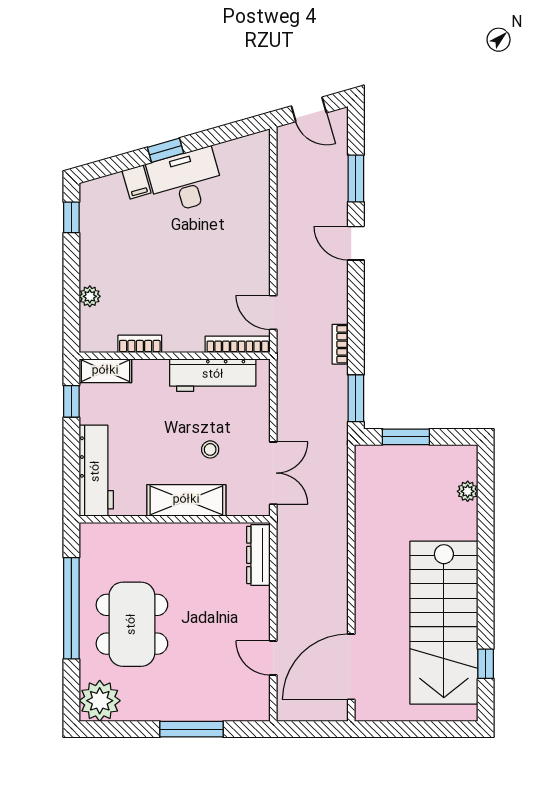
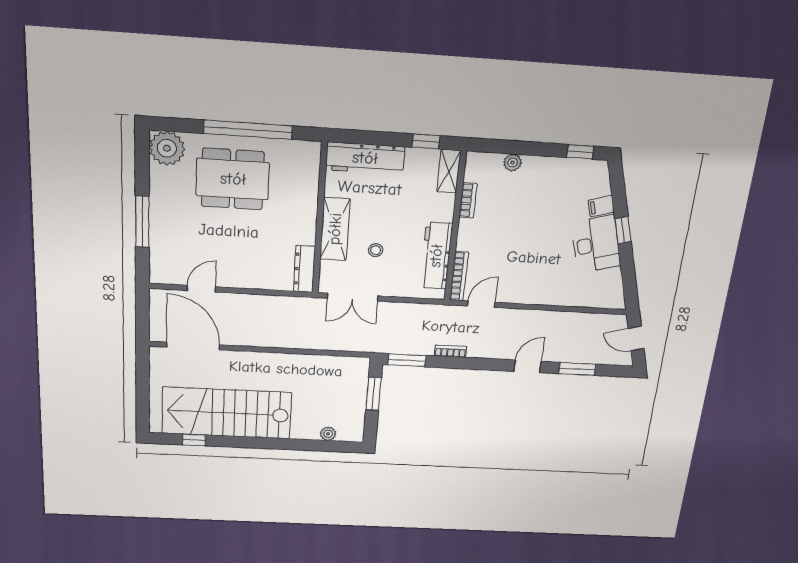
door: (309, 109) -> (636, 339), hinge flipped
dresser: (258, 555) -> (304, 269), moved, turned -90

